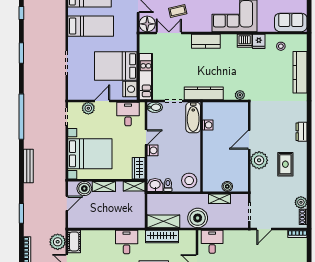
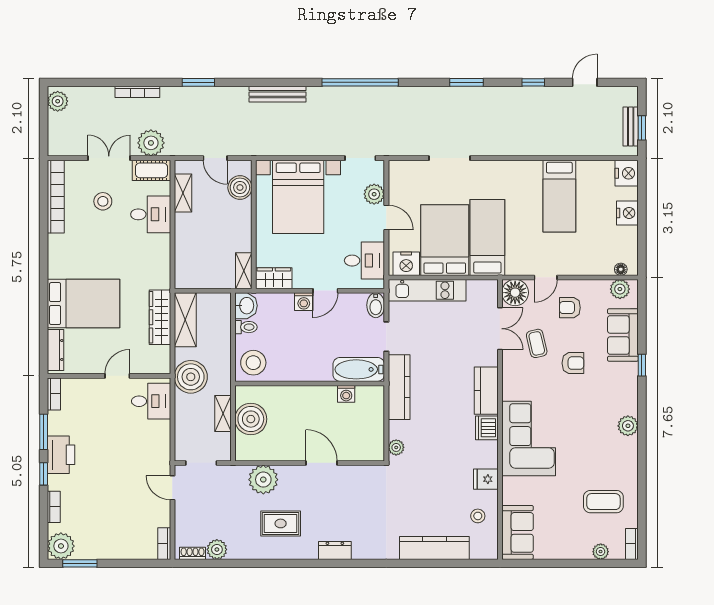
bed: (91, 26) -> (487, 237), moved, turned 180
dishwasher: (245, 41) -> (487, 428), moved
door: (146, 137) -> (325, 291), hinge flipped
plant: (259, 160) -> (263, 480), moved
shelving: (104, 186) -> (183, 193), moved
boiler: (227, 186) -> (251, 419), width x1.86, depth x1.86
desk: (127, 242) -> (151, 214), moved

